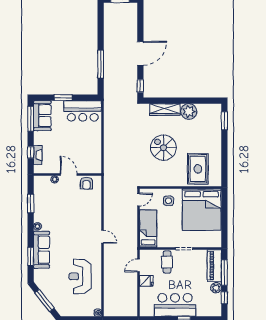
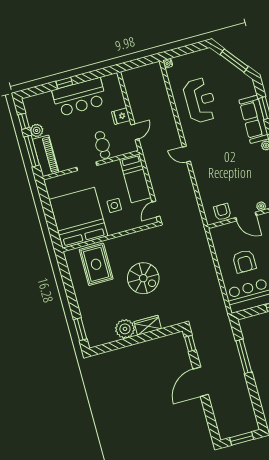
wardrobe: (165, 109) -> (148, 325), width x0.67
armchair: (80, 139) -> (244, 261), added
side table: (169, 201) -> (114, 205), moved

